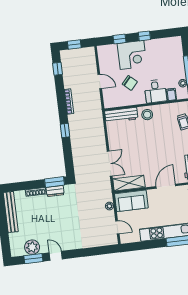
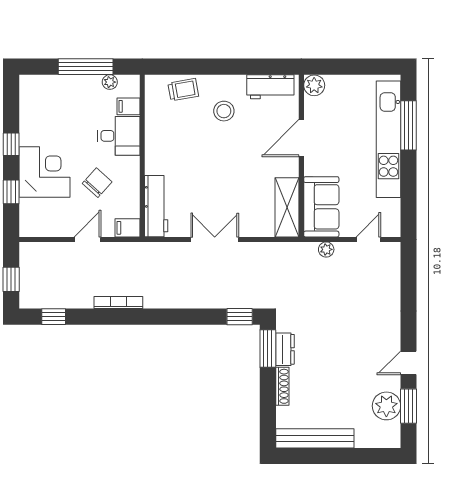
filing cabinet: (108, 102) -> (127, 228), added
stool: (147, 115) -> (224, 111), moved
window: (65, 130) -> (240, 317), moved
double door: (110, 164) -> (215, 239), moved
door: (166, 186) -> (301, 138), hinge flipped

